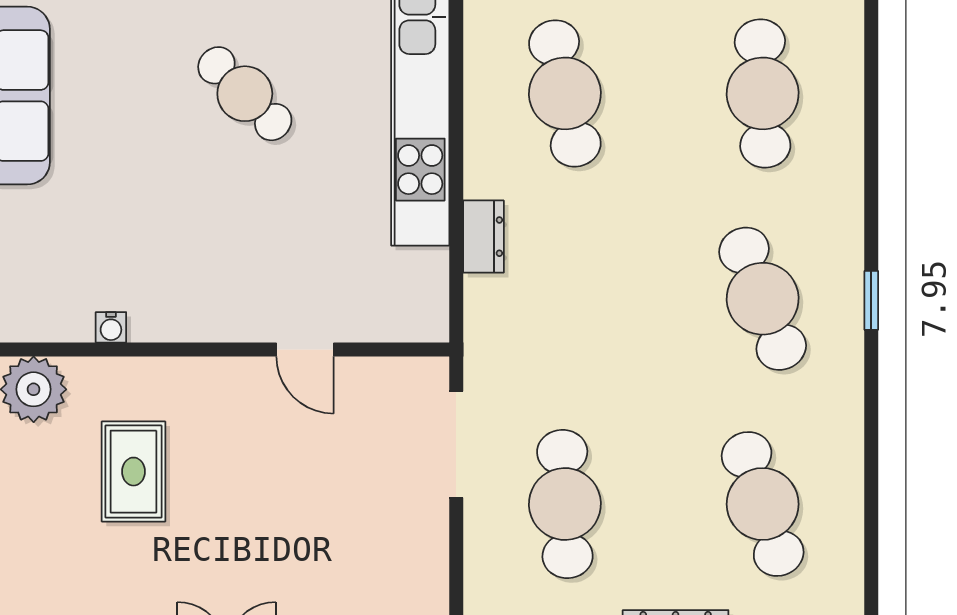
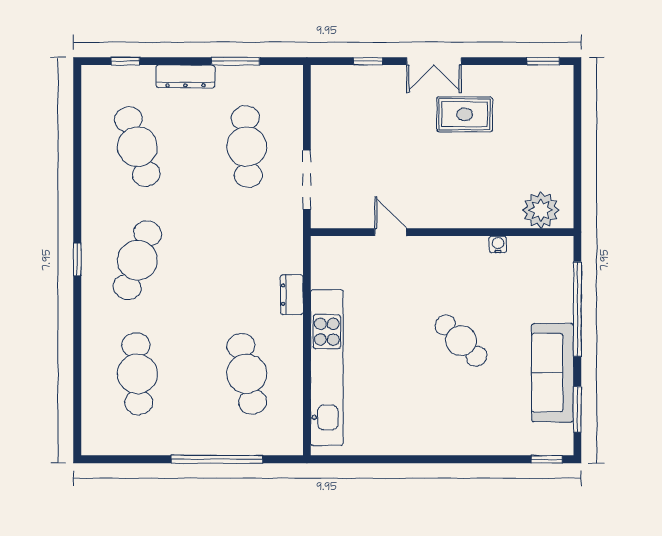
cafe table: (245, 94) -> (461, 341), moved
cafe table: (763, 299) -> (137, 260), turned 42
rug: (134, 472) -> (465, 114), moved, turned 90

